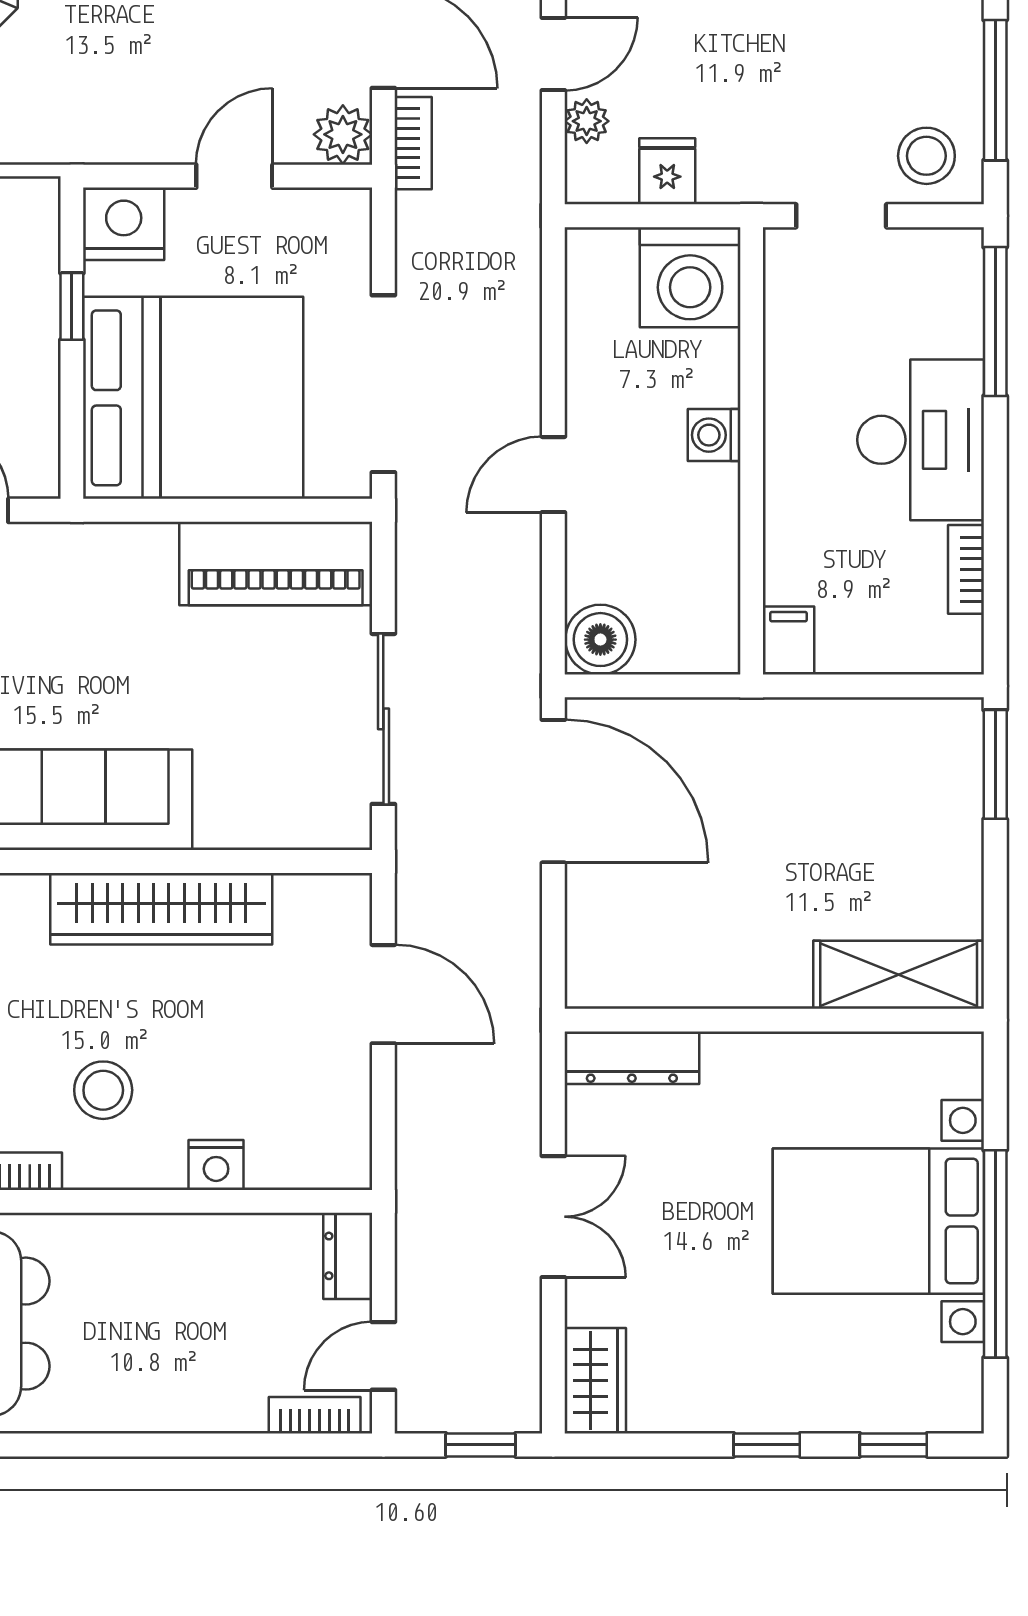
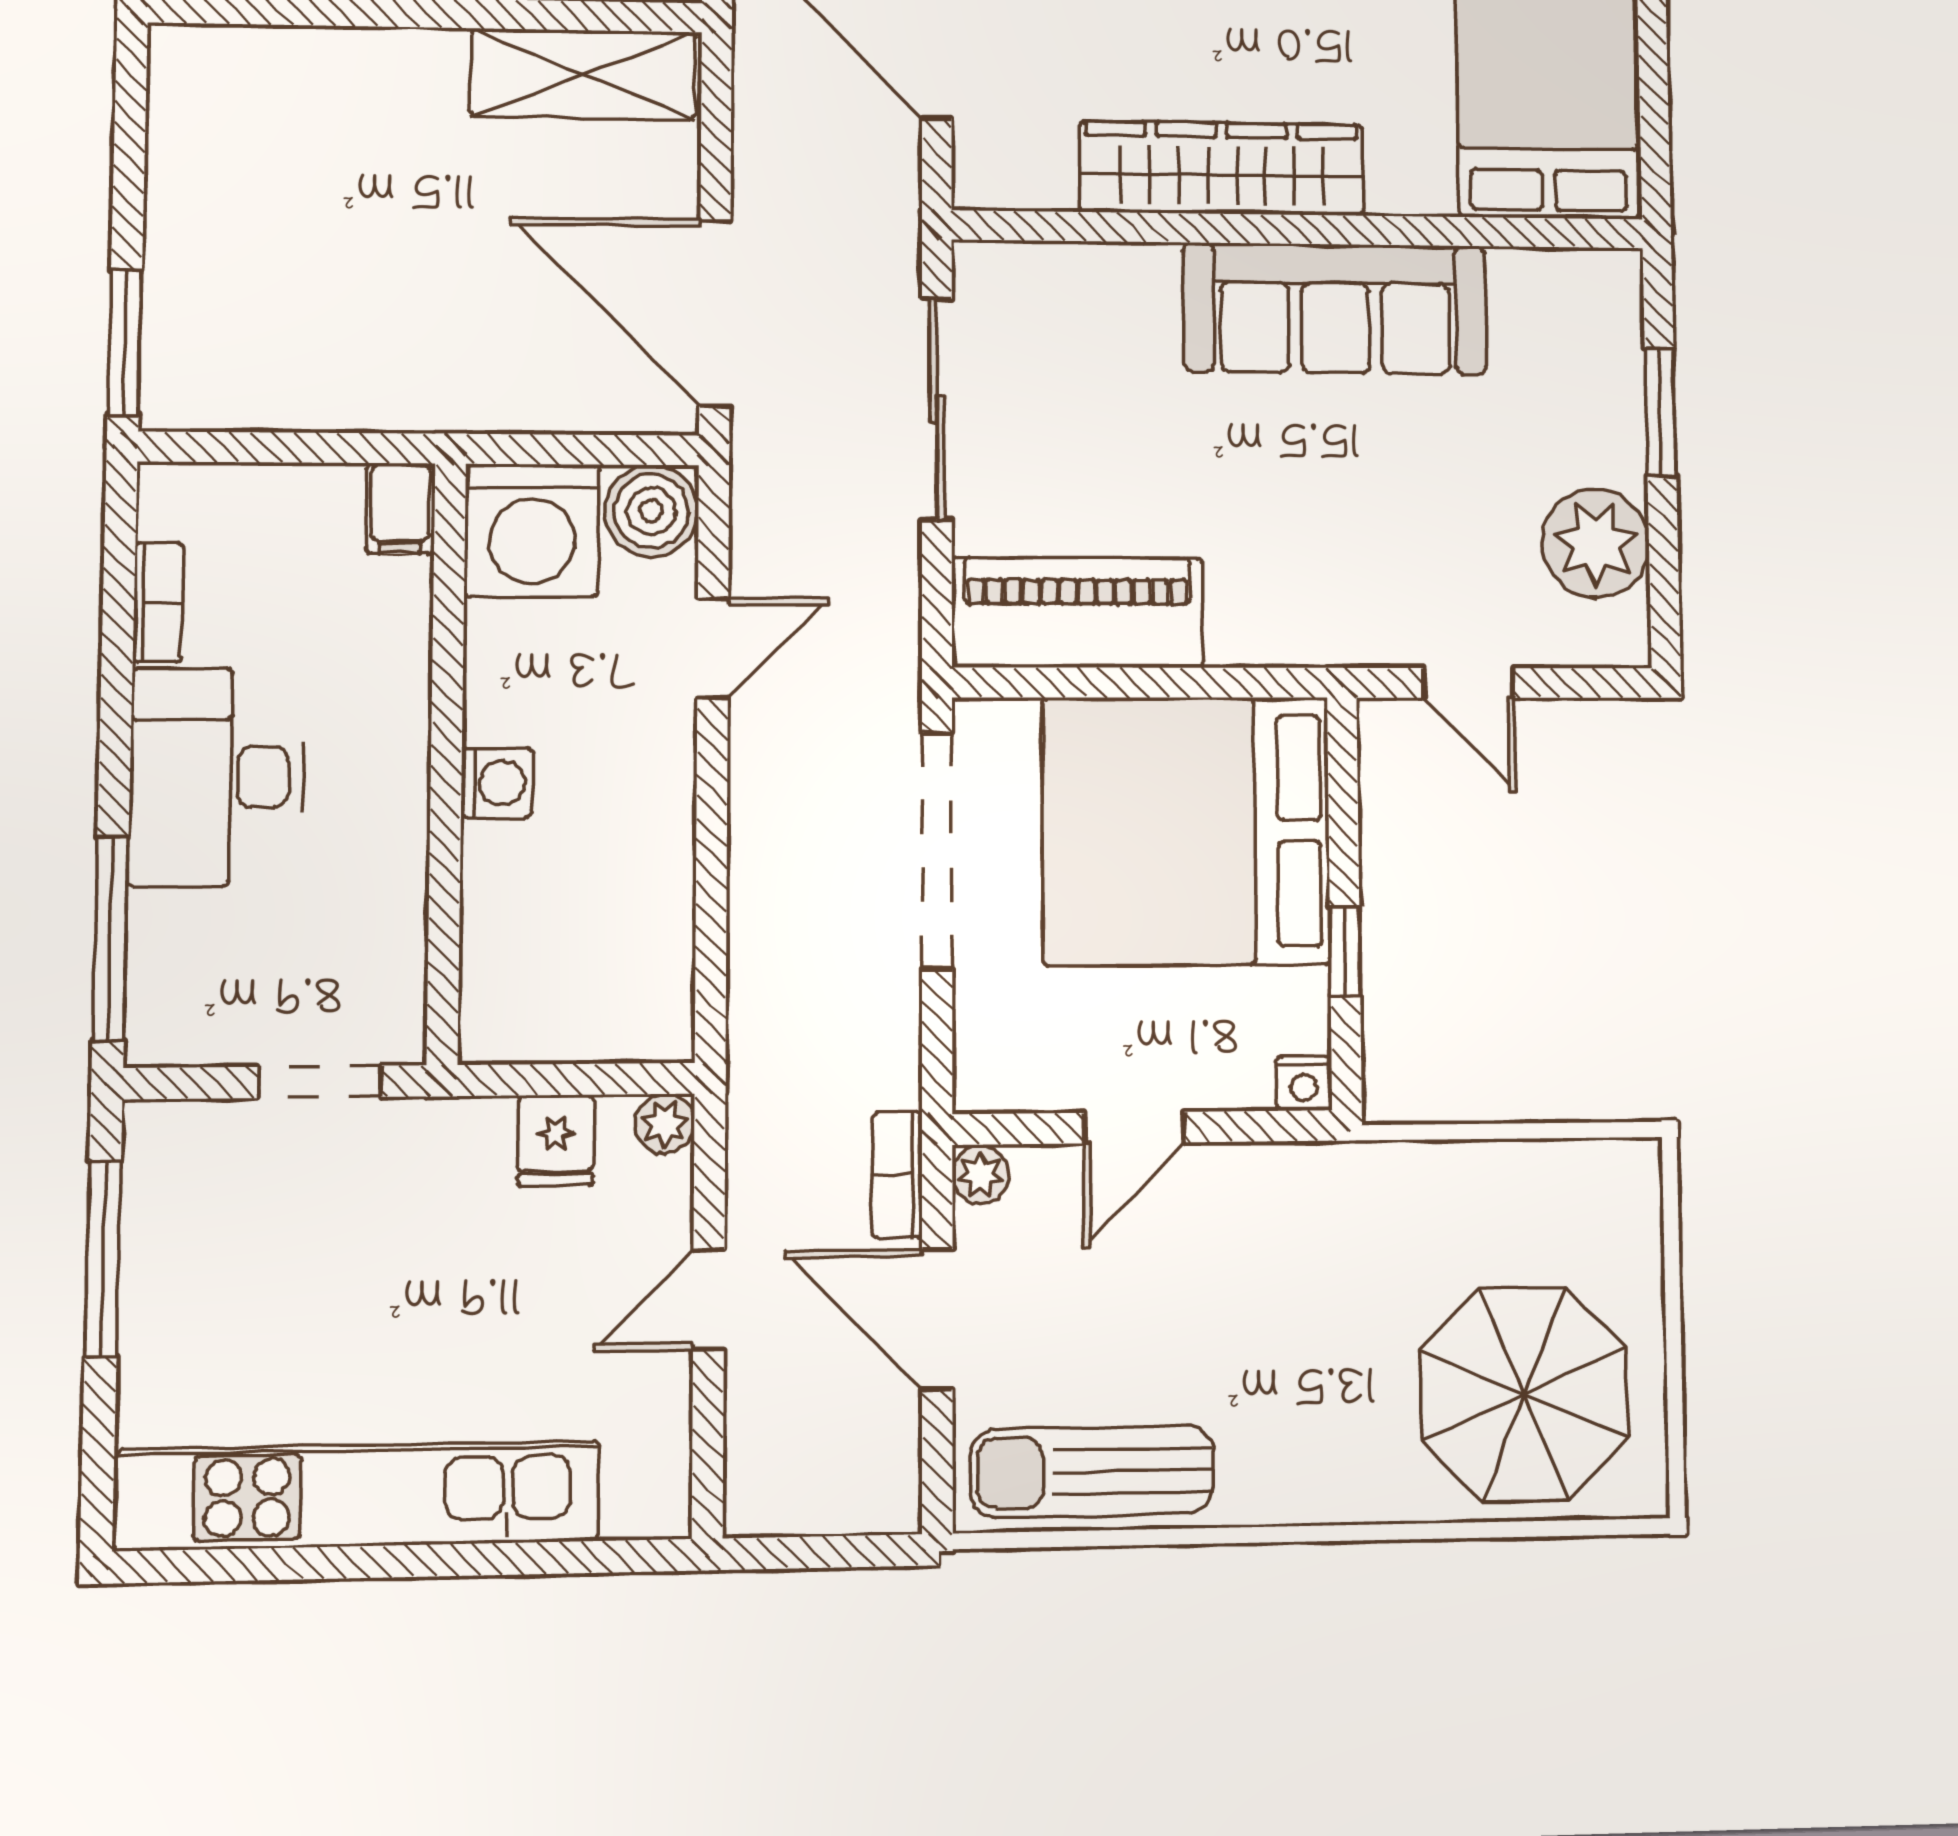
plant: (587, 121) -> (665, 1124), moved
plant: (343, 134) -> (981, 1175), width x0.73, depth x0.73
stool: (926, 156) -> (200, 1166), removed
nightstand: (124, 224) -> (1304, 1083), width x0.53, depth x0.56
washing machine: (690, 277) -> (532, 530), moved, turned 180
door: (553, 475) -> (713, 648), moved
shelving: (899, 975) -> (583, 74), moved

